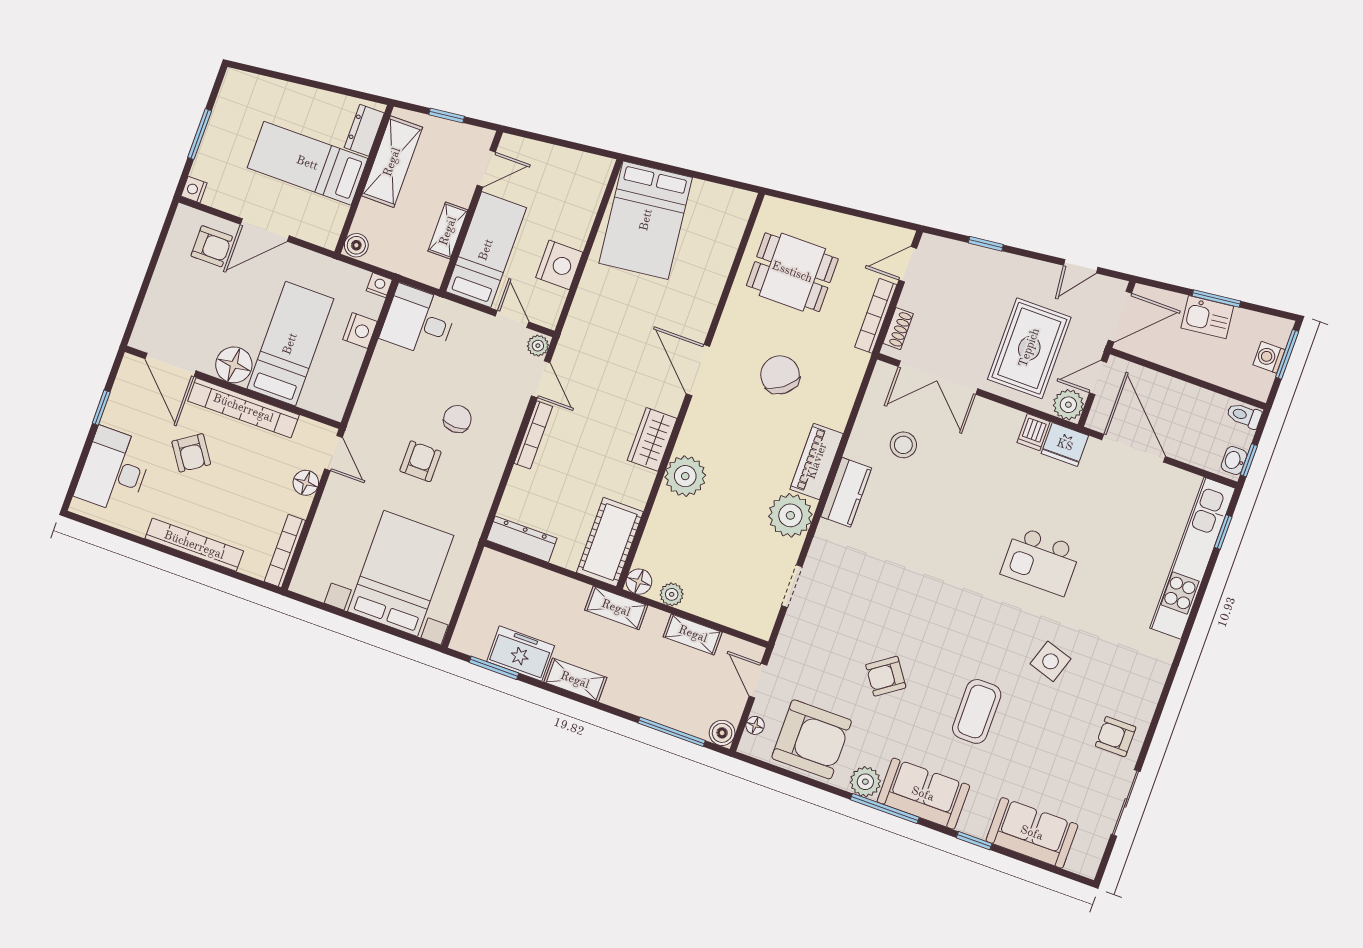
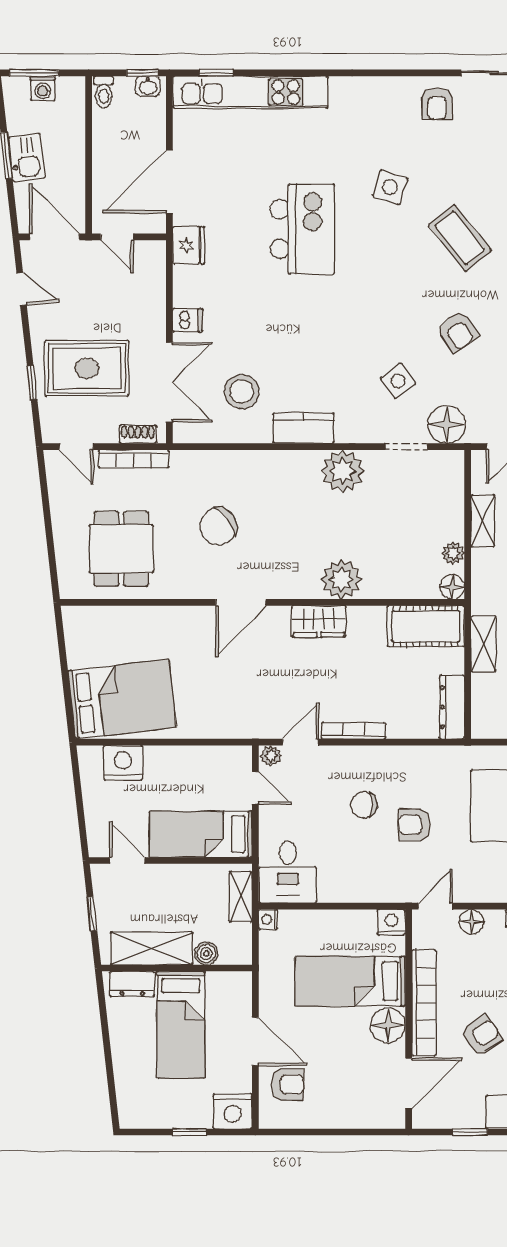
window: (200, 134) -> (189, 1132), width x0.67
nightstand: (194, 190) -> (233, 1111), width x1.89, depth x1.79
shelving: (448, 231) -> (241, 897), moved, turned 90
boiler: (356, 245) -> (206, 953), moved
armchair: (212, 246) -> (287, 1084), turned 90
nightstand: (559, 265) -> (123, 763), moved
door: (512, 319) -> (255, 788), swing flipped
nightstand: (360, 331) -> (391, 922), moved
rug: (1029, 348) -> (87, 368), moved
plant: (1068, 405) -> (151, 255), removed
dishwasher: (1034, 432) -> (188, 320), moved
stool: (903, 445) -> (242, 392), width x1.38, depth x1.38
piano: (817, 461) -> (285, 465), removed
kitchen island: (1041, 561) -> (302, 229), width x1.37, depth x1.28
side table: (859, 601) -> (398, 381), added
shelving: (616, 608) -> (483, 644), moved
floor lamp: (799, 633) -> (447, 425), added
coffee table: (977, 711) -> (460, 238), turned 51

